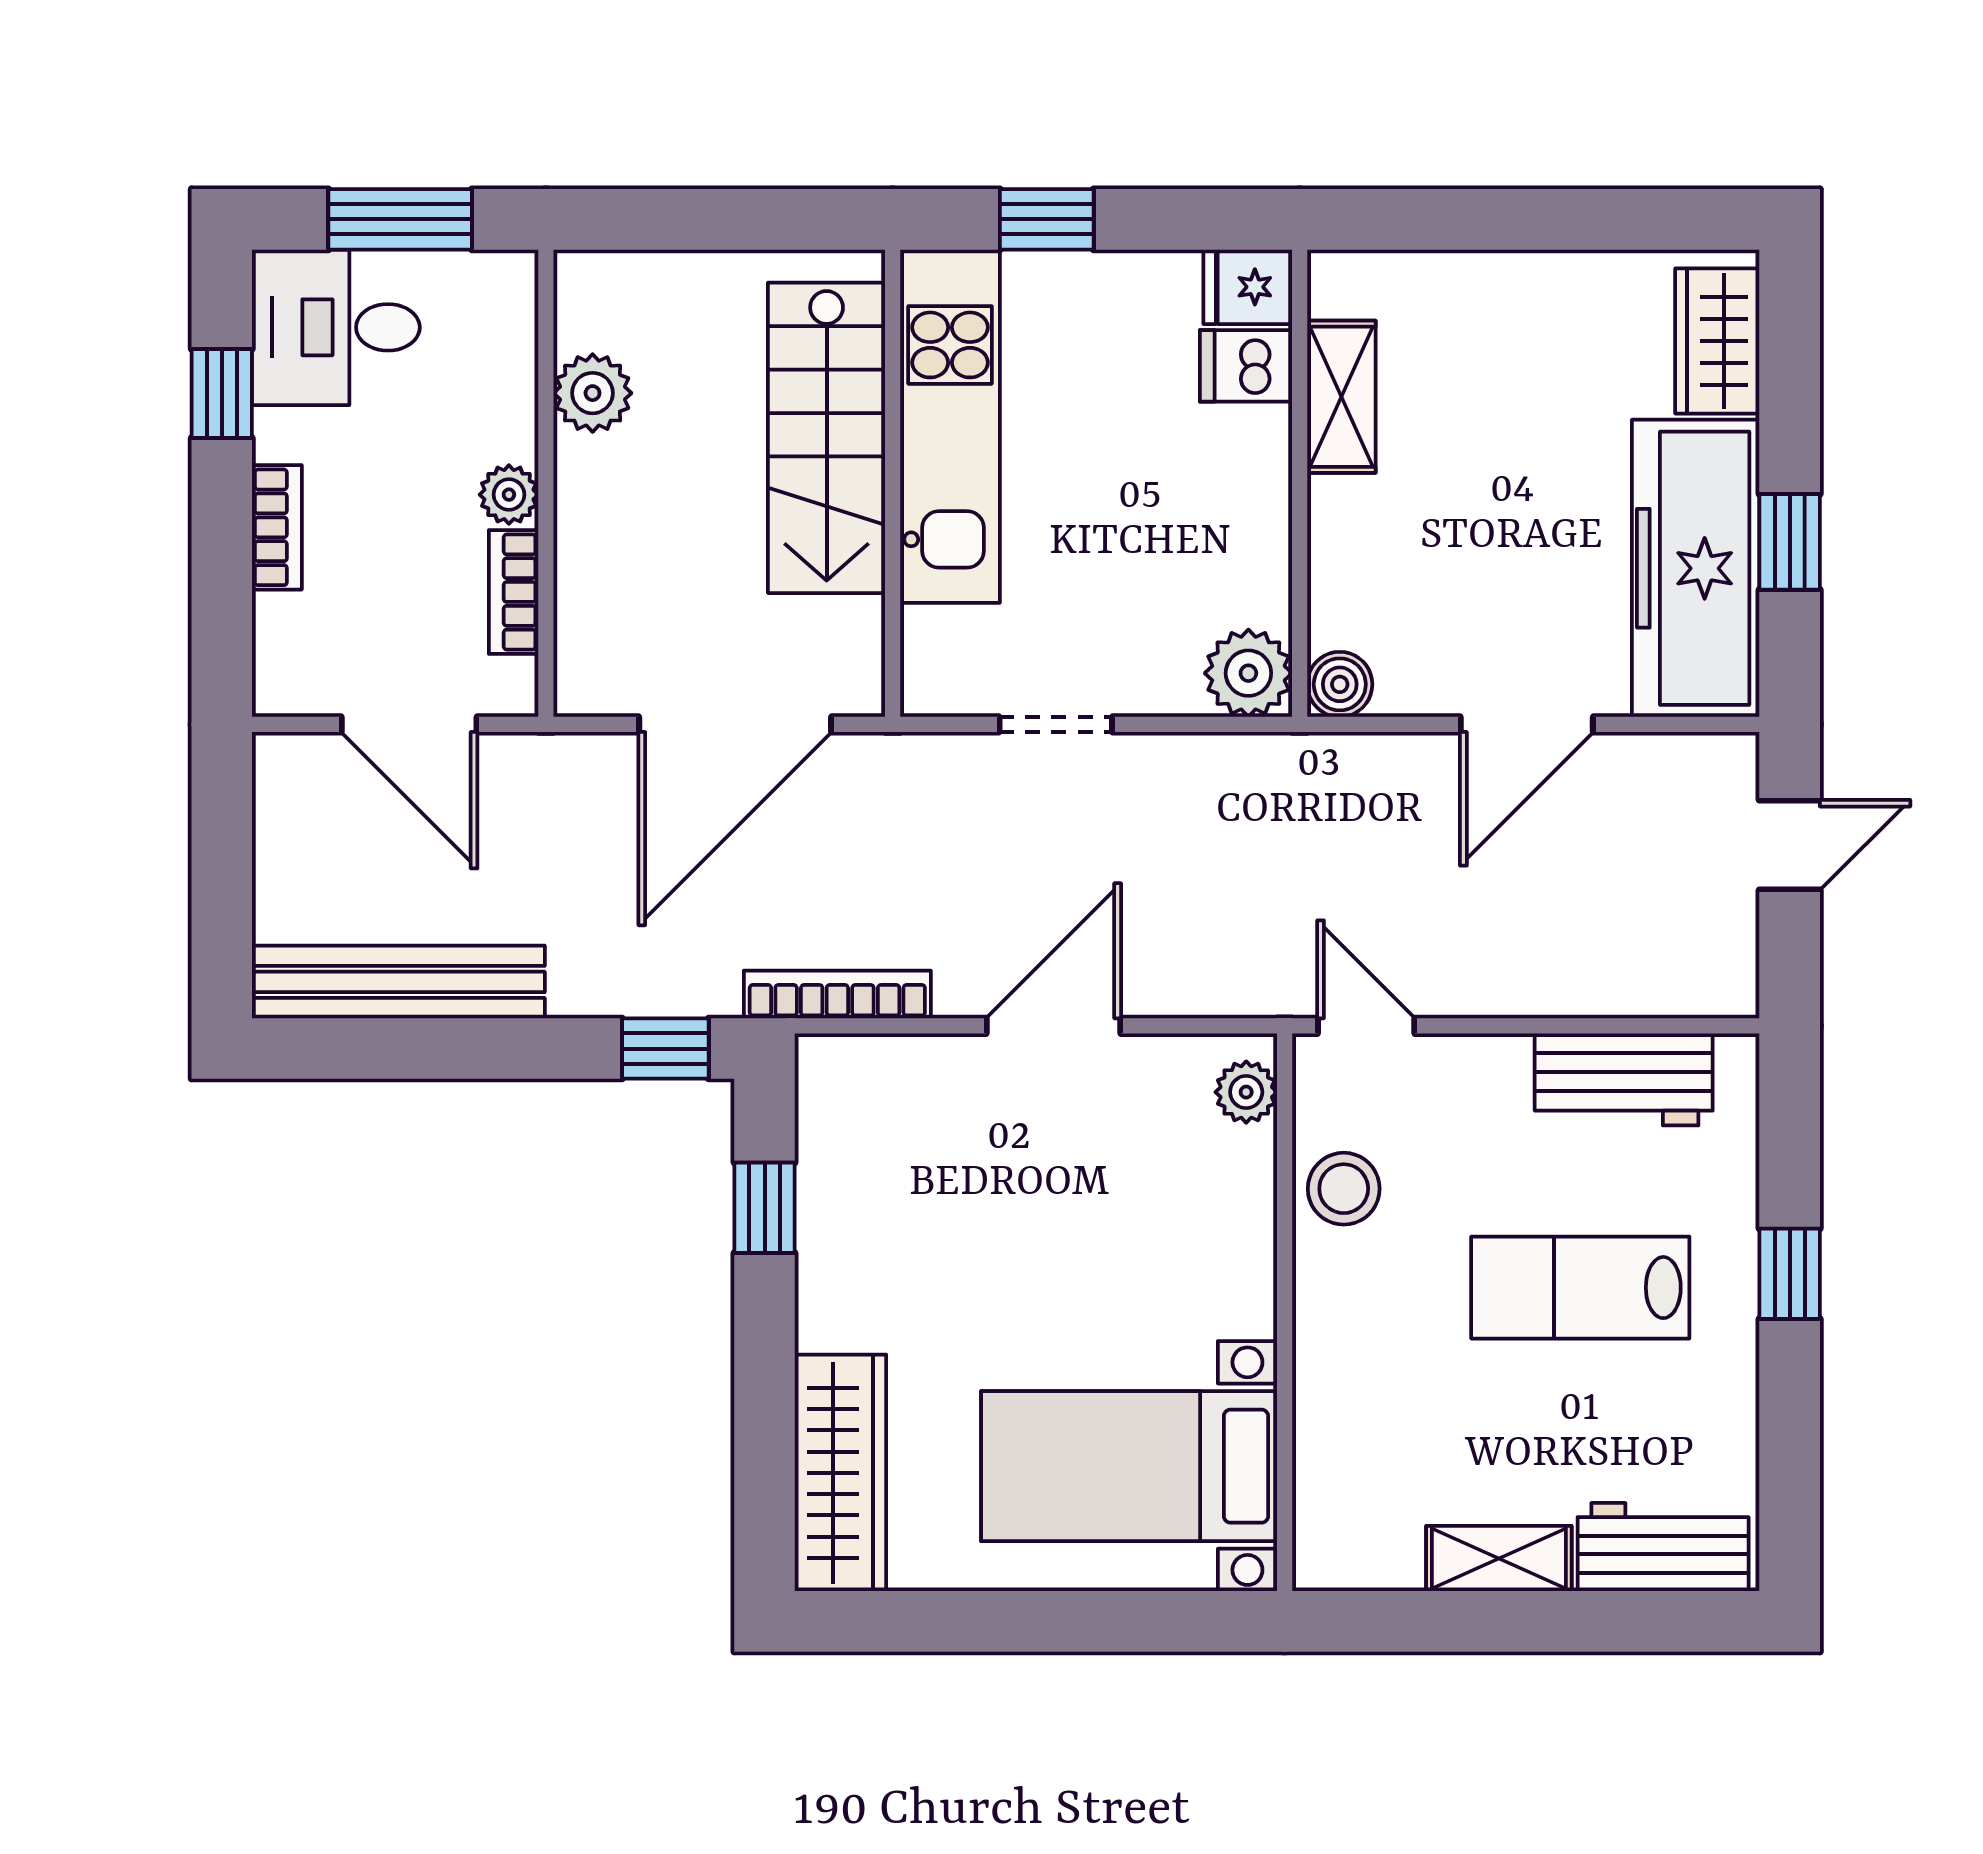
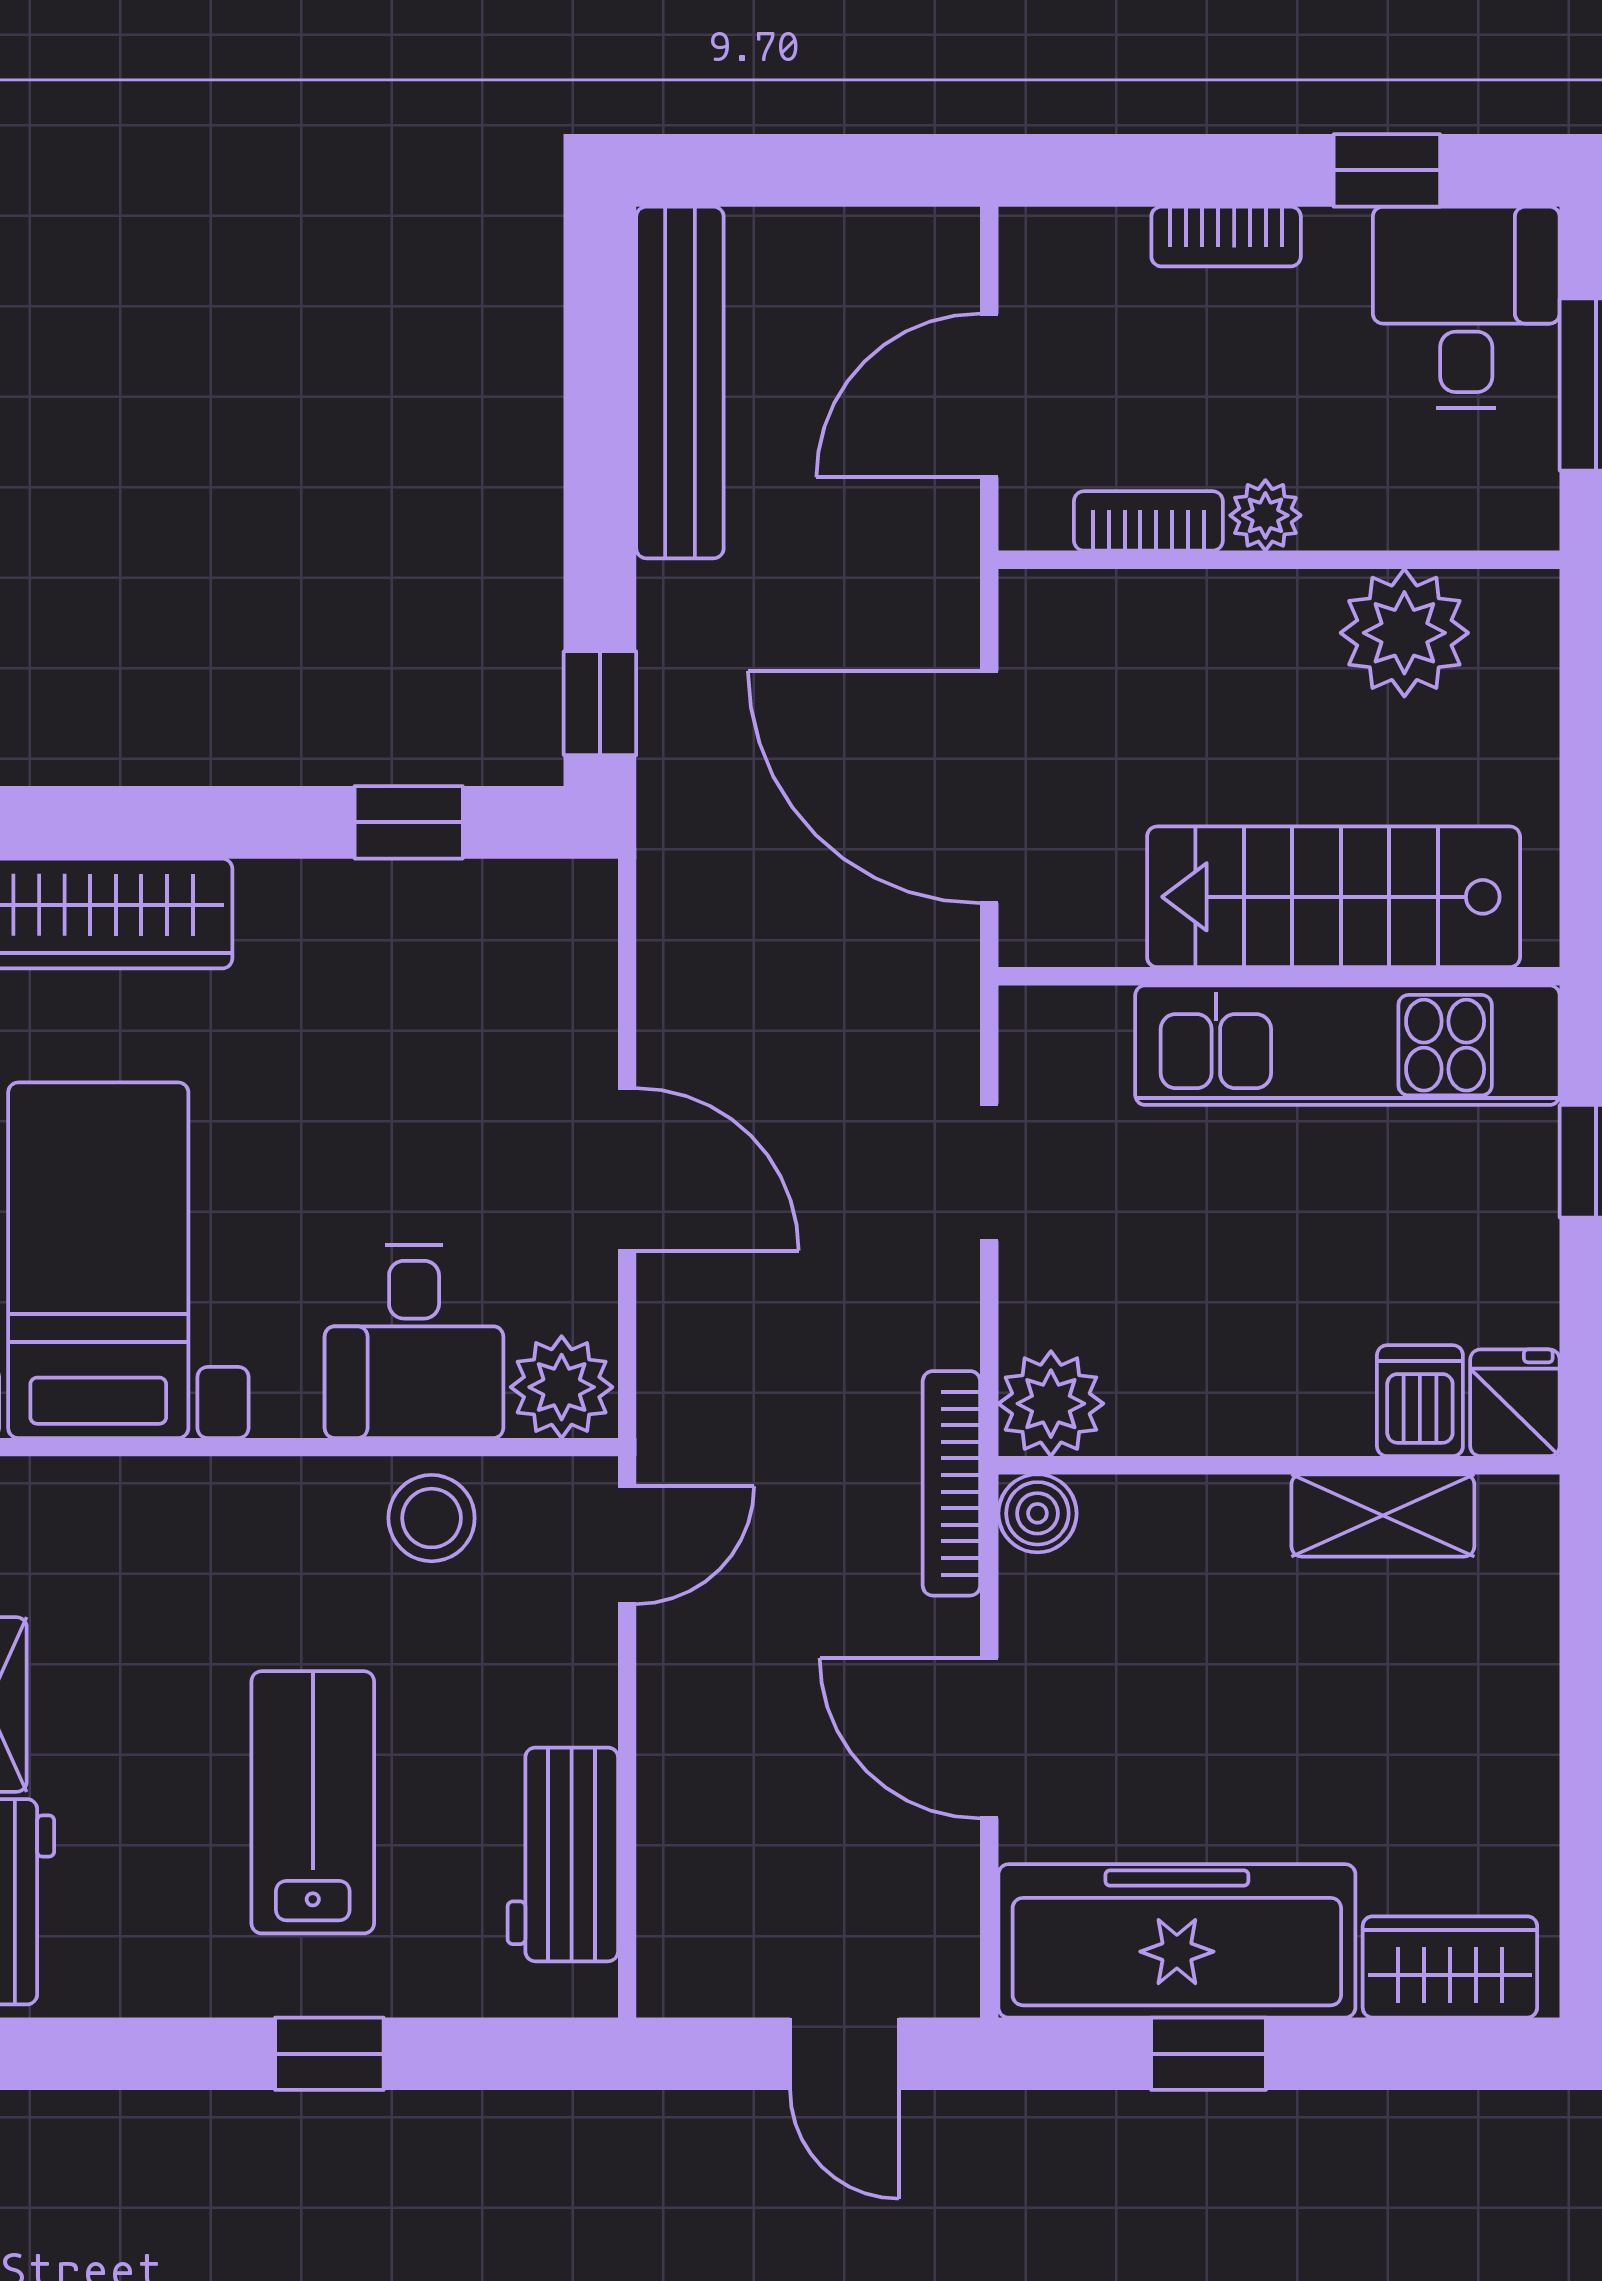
plant: (593, 393) -> (1404, 633), width x1.36, depth x1.36
bookcase: (837, 994) -> (951, 1483), moved, turned 180
plant: (1246, 1092) -> (562, 1387), width x1.38, depth x1.38
desk: (1197, 1203) -> (414, 1342), added

